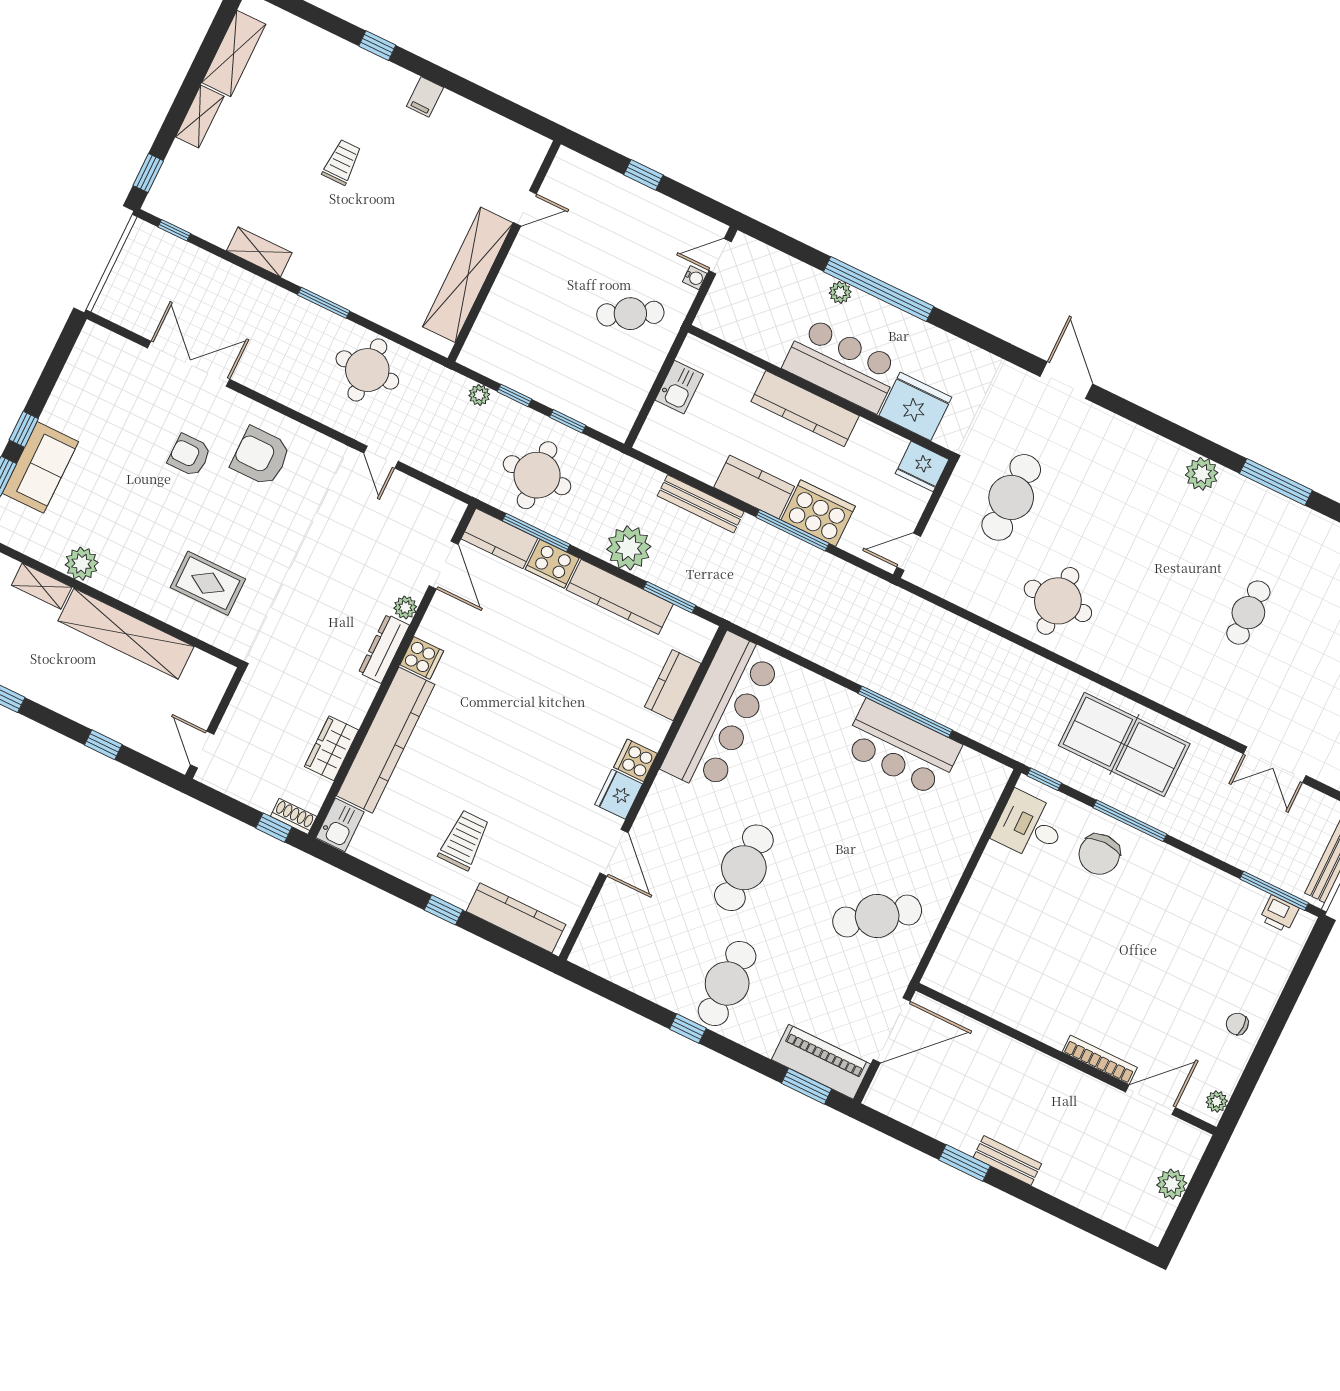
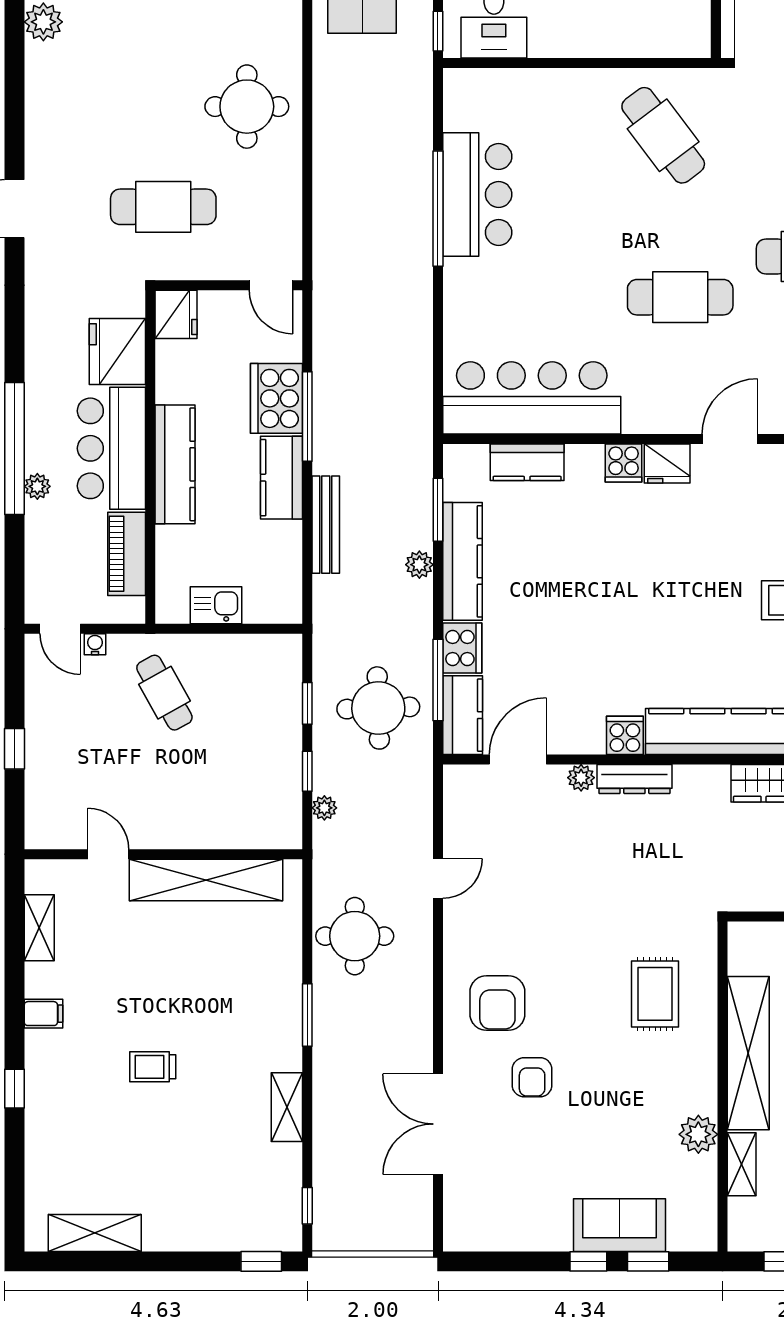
shelving: (200, 116) -> (39, 928), moved, turned 90
piano: (753, 337) -> (127, 554), added
plant: (629, 548) -> (419, 565), width x0.53, depth x0.53

